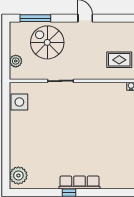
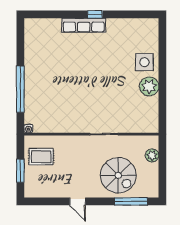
side table: (19, 102) -> (144, 62), moved
plant: (18, 175) -> (149, 86), moved

